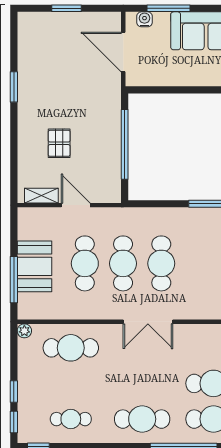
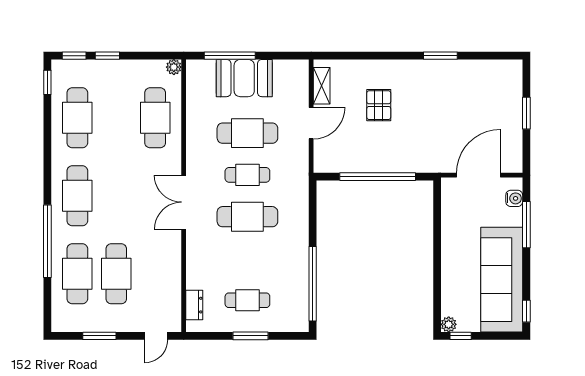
pallet: (59, 143) -> (379, 105), turned 90
cafe table: (123, 263) -> (247, 175), width x0.73, depth x0.74
cafe table: (71, 419) -> (77, 118), width x1.37, depth x1.35

